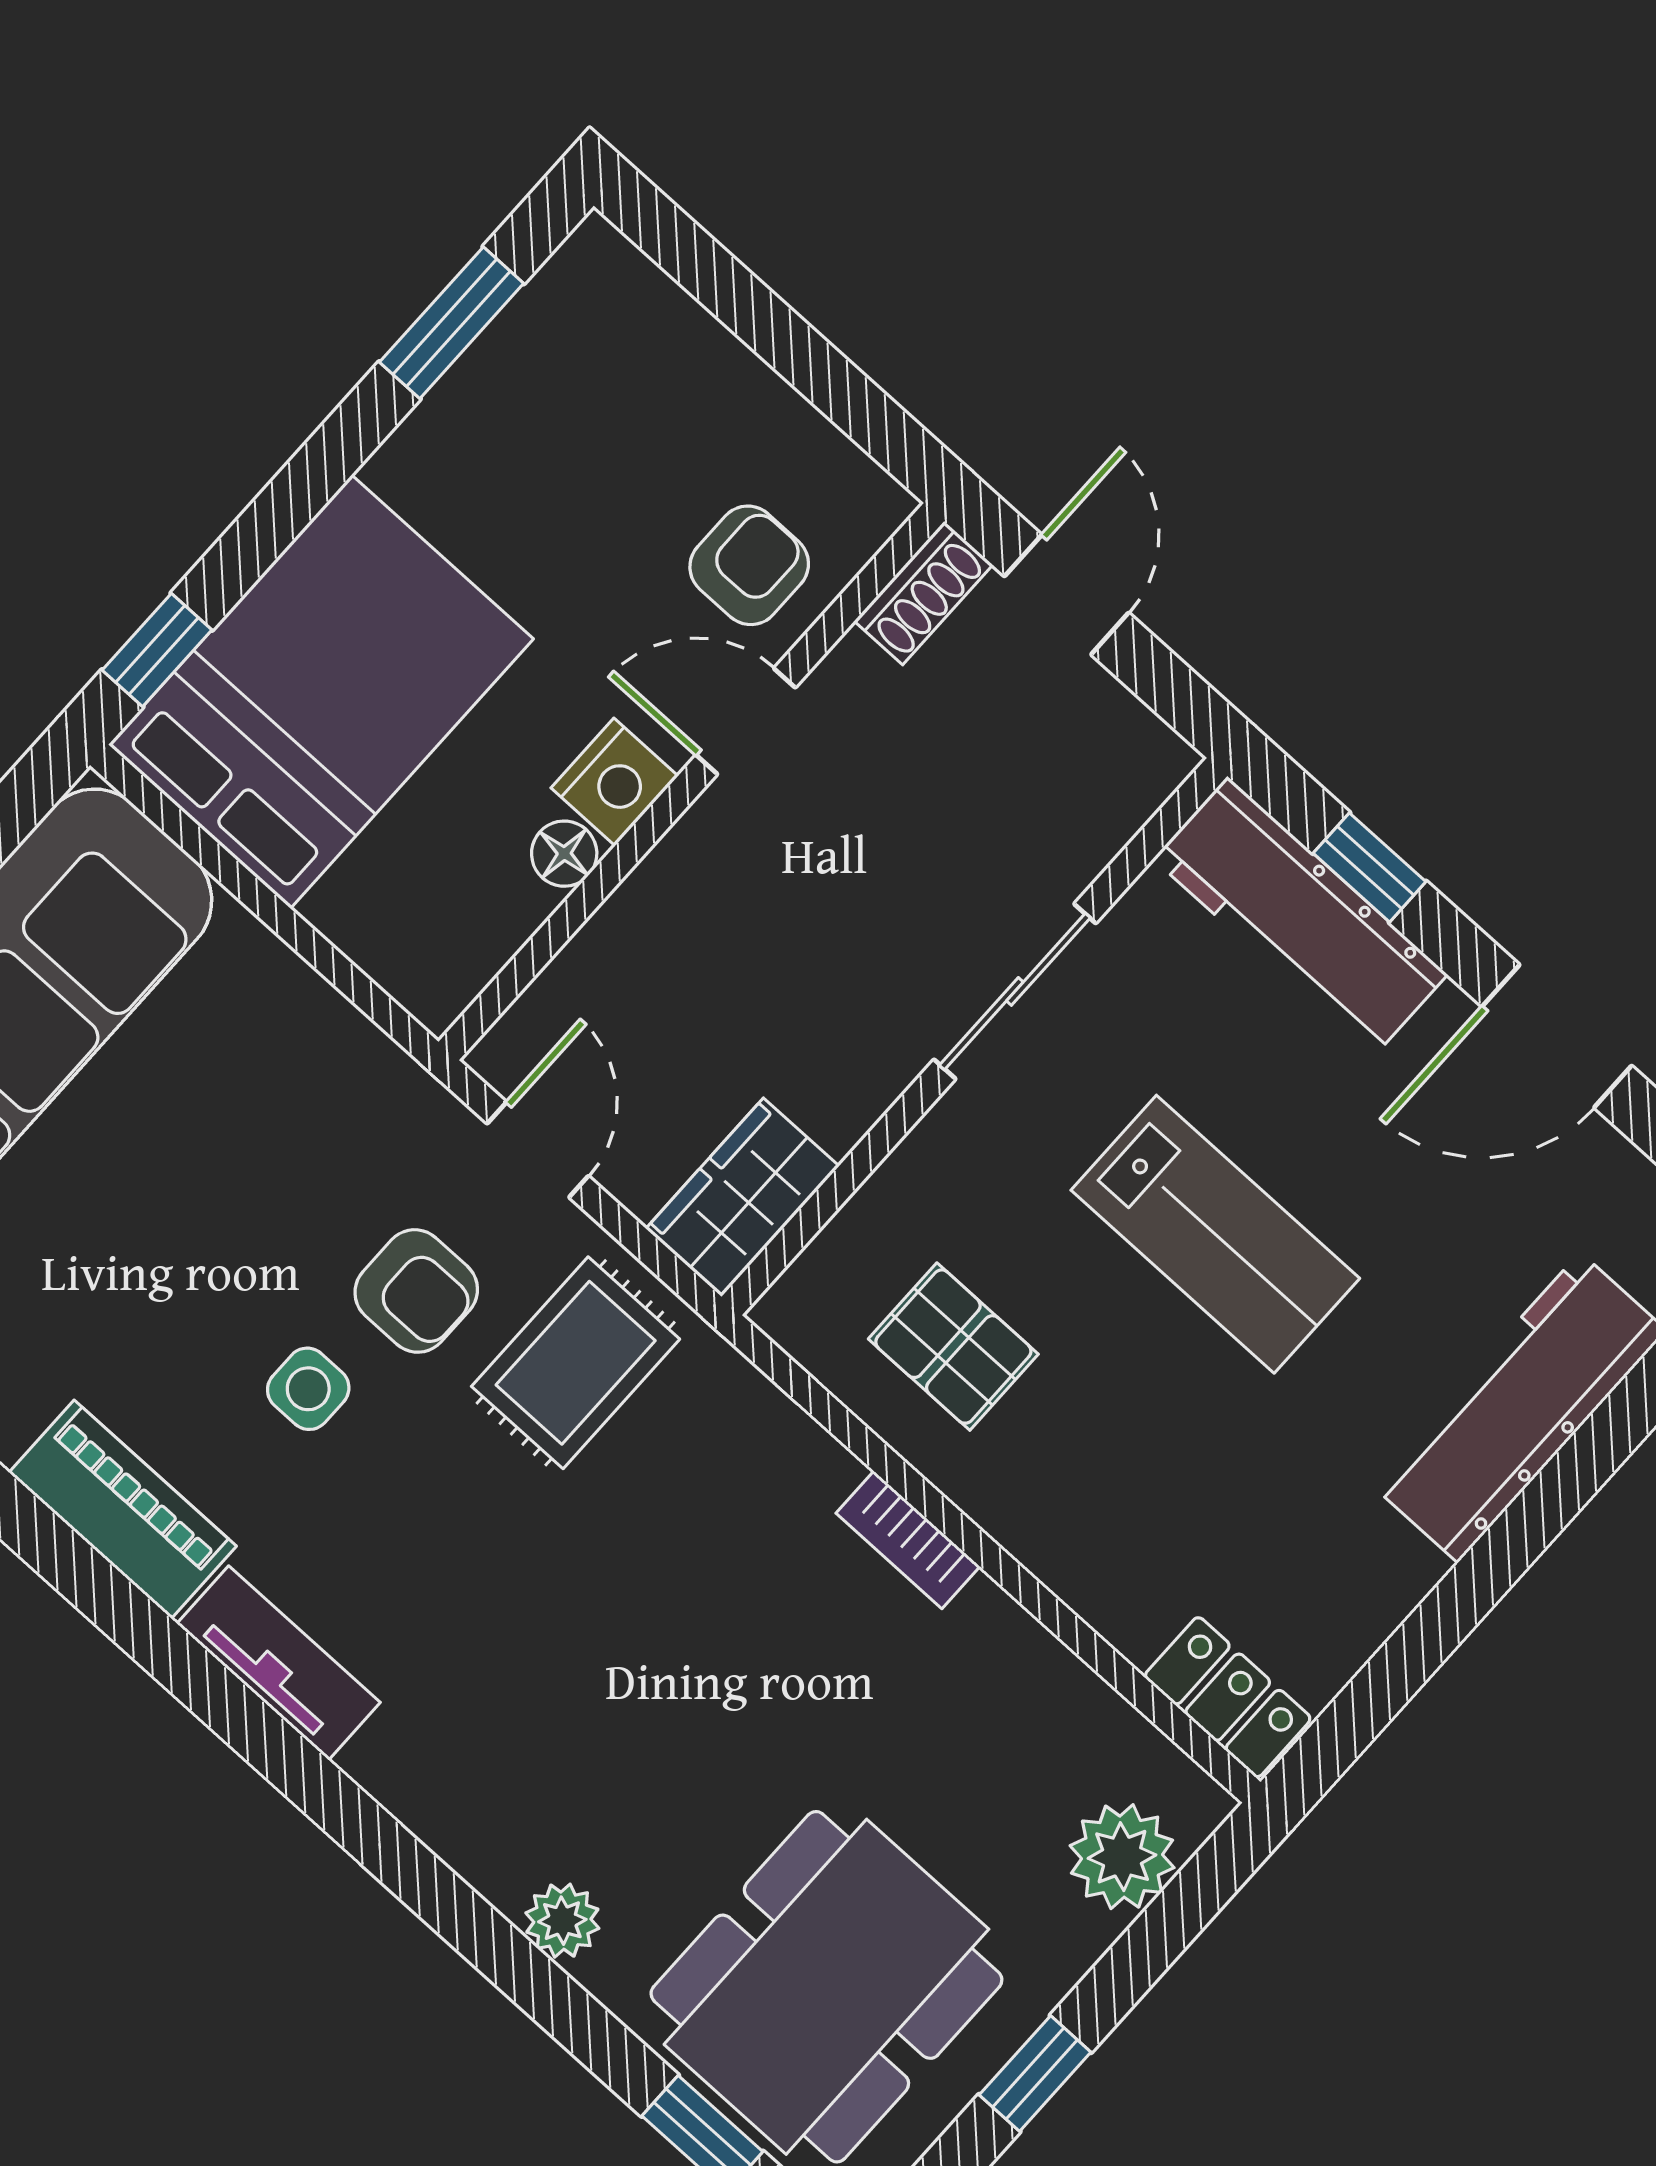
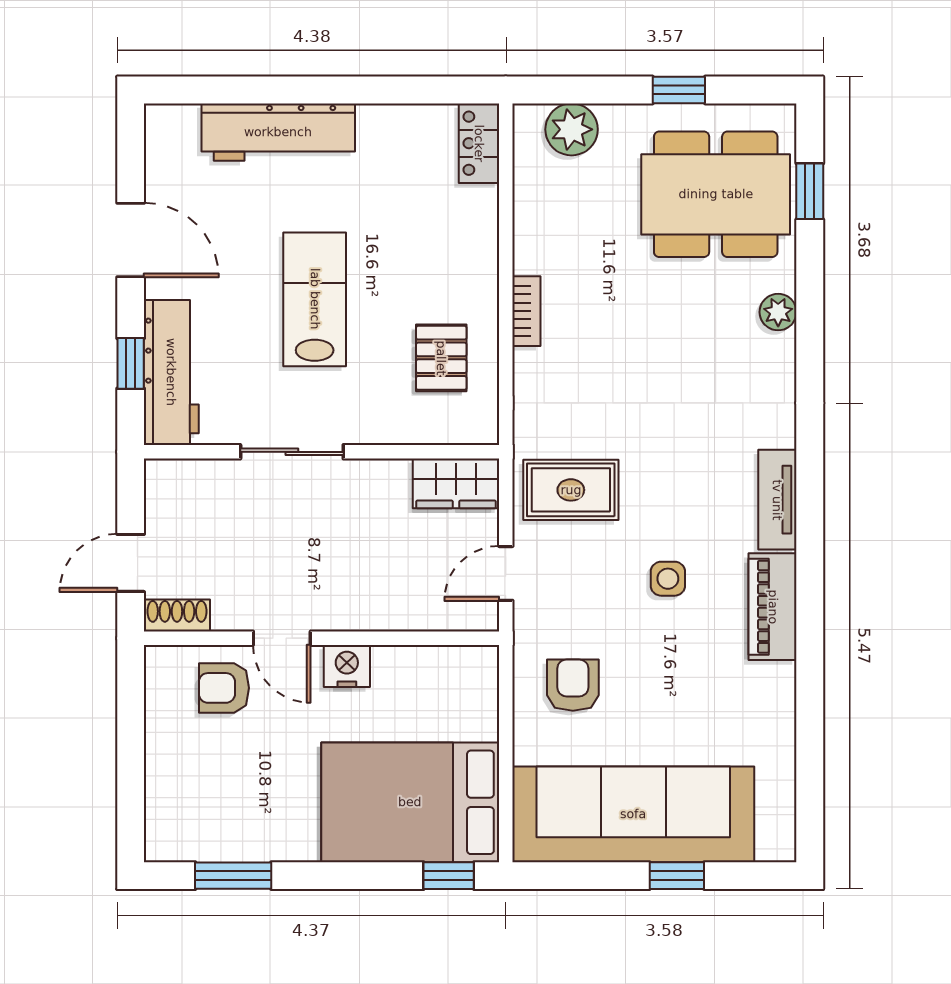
floor lamp: (564, 854) -> (389, 661), removed
armchair: (416, 1291) -> (573, 685), moved

